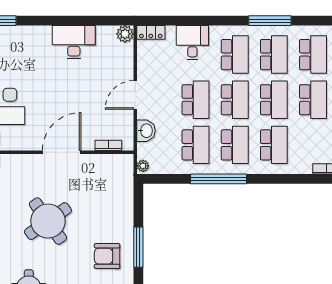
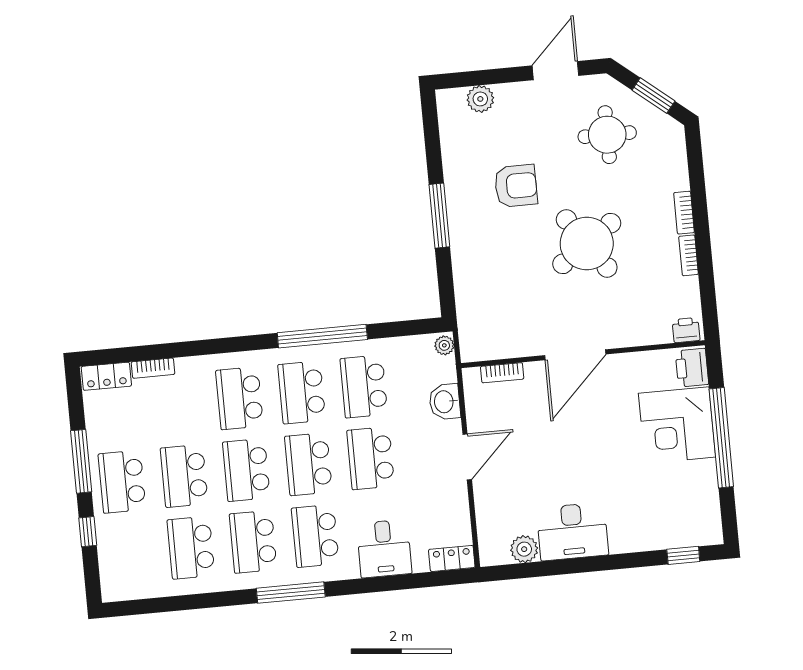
window: (270, 21) -> (291, 593), moved
plant: (125, 34) -> (524, 549), moved
armchair: (107, 256) -> (516, 186), moved

